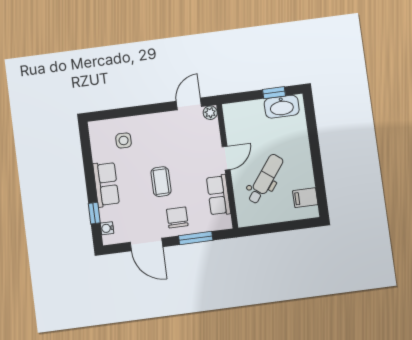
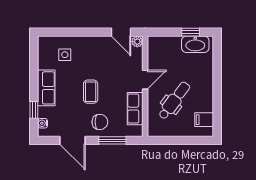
door: (189, 104) -> (121, 32), swing flipped
chair: (177, 217) -> (100, 122), turned 90

